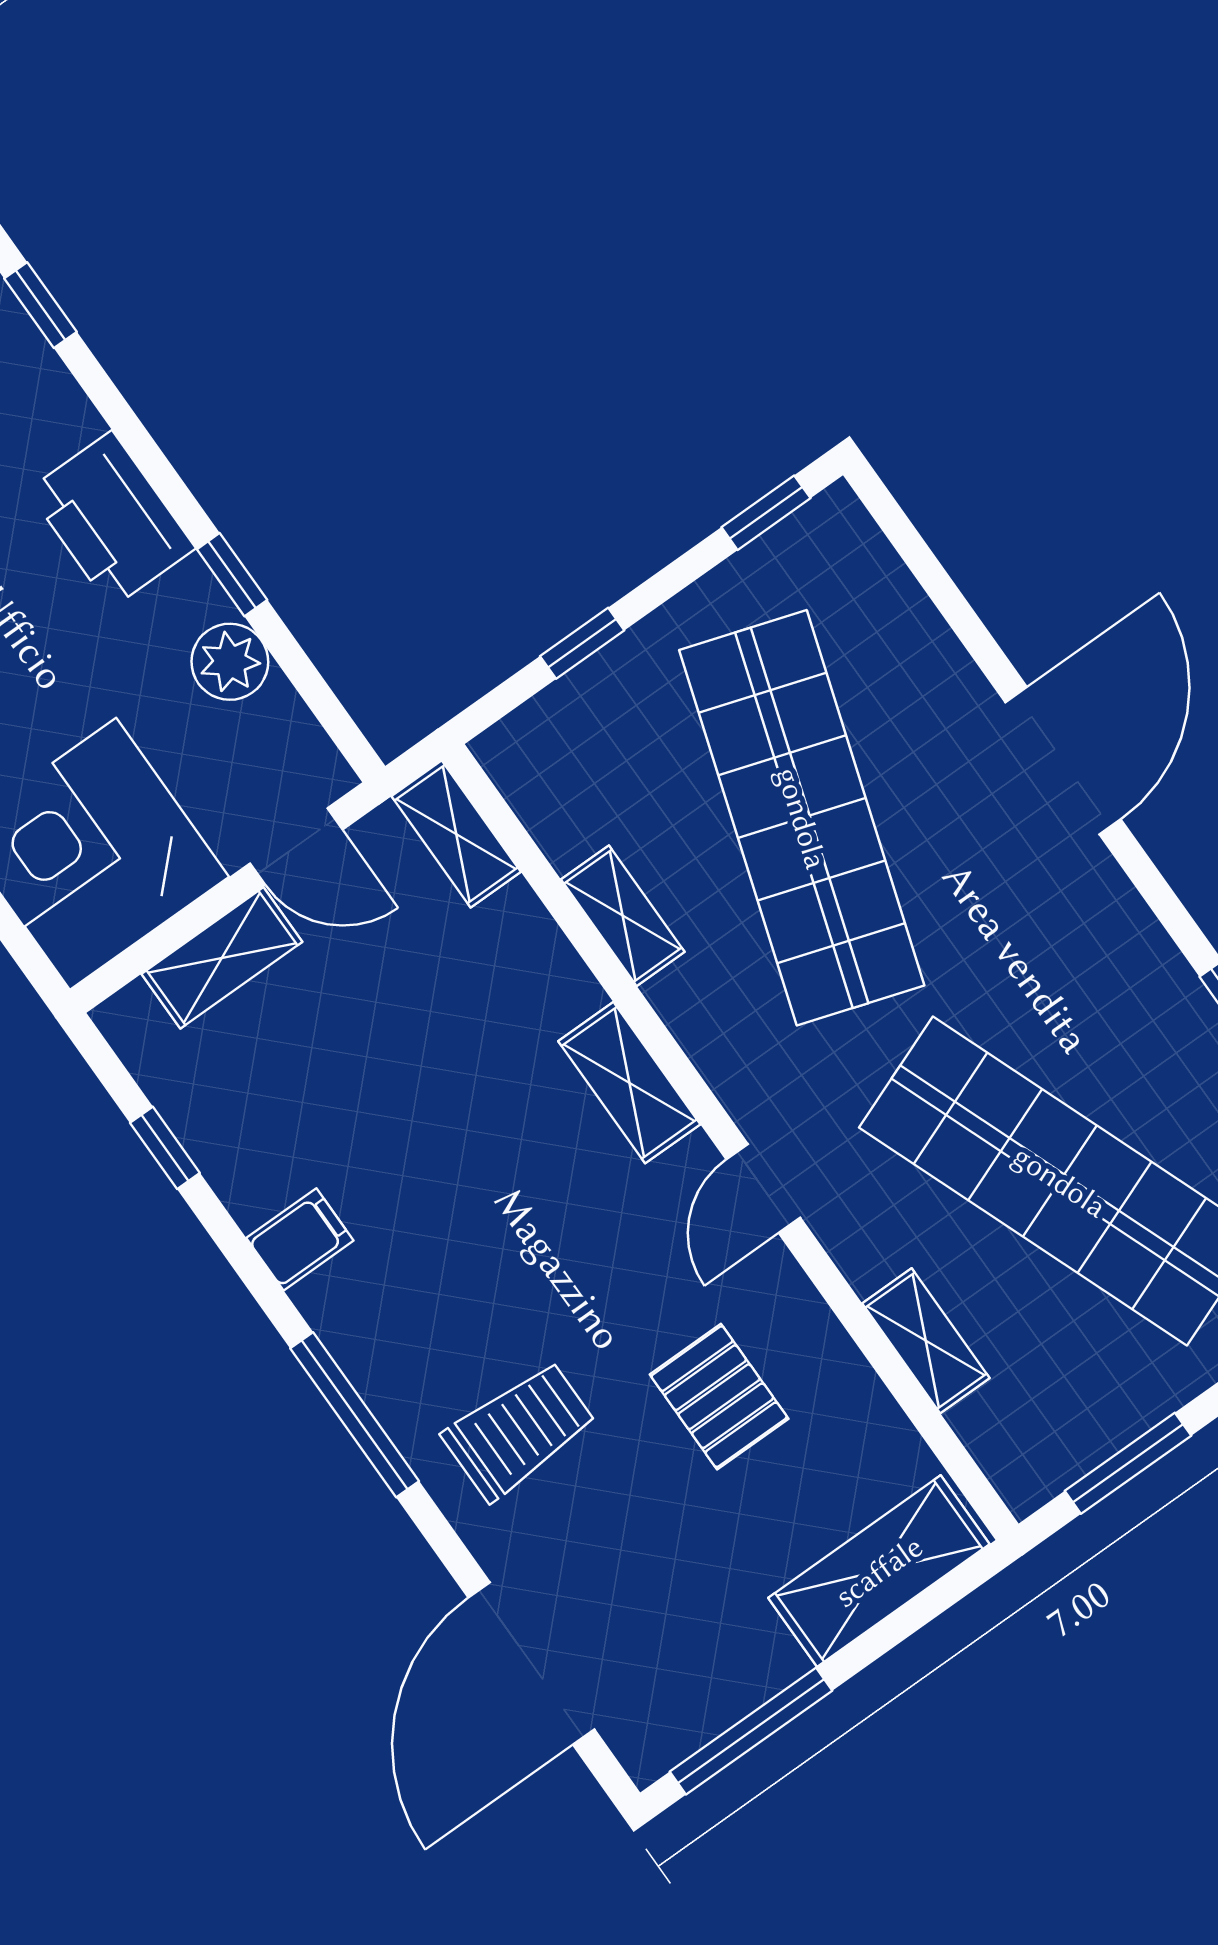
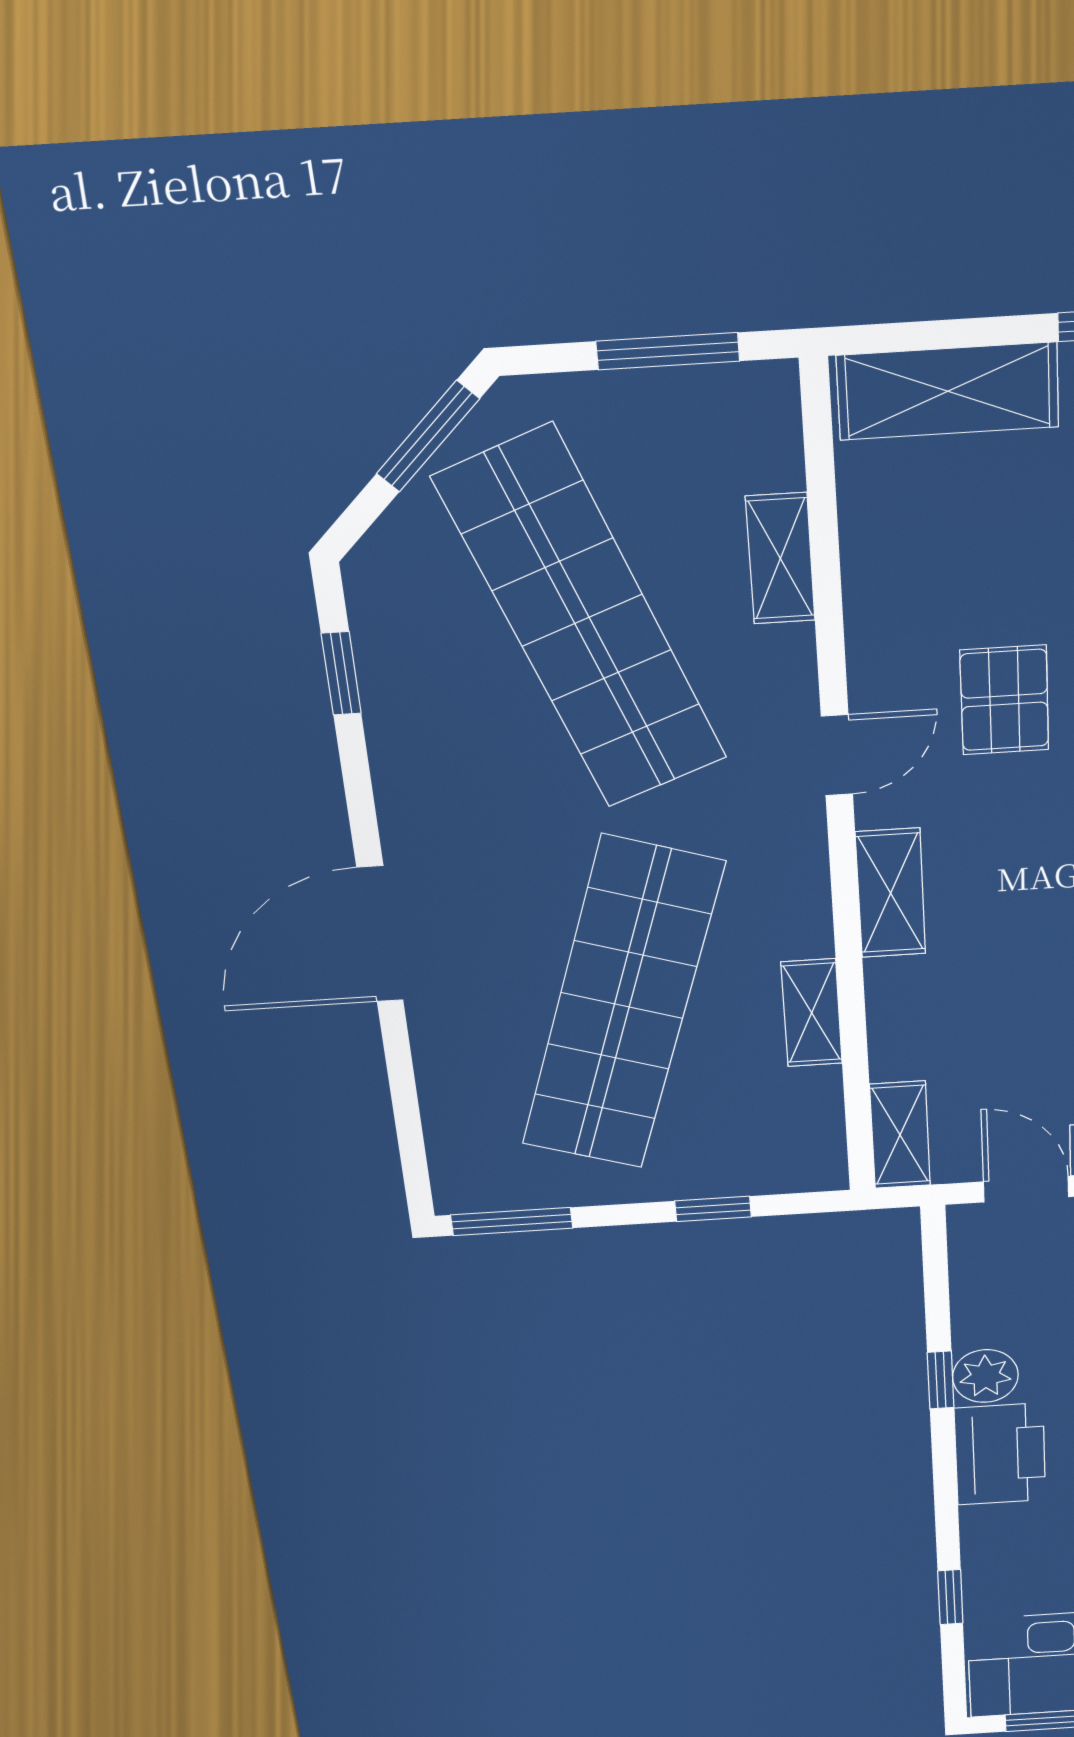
window: (766, 513) -> (512, 1222), width x1.50
plant: (230, 662) -> (985, 1376), moved
pallet: (719, 1397) -> (1004, 700), moved

